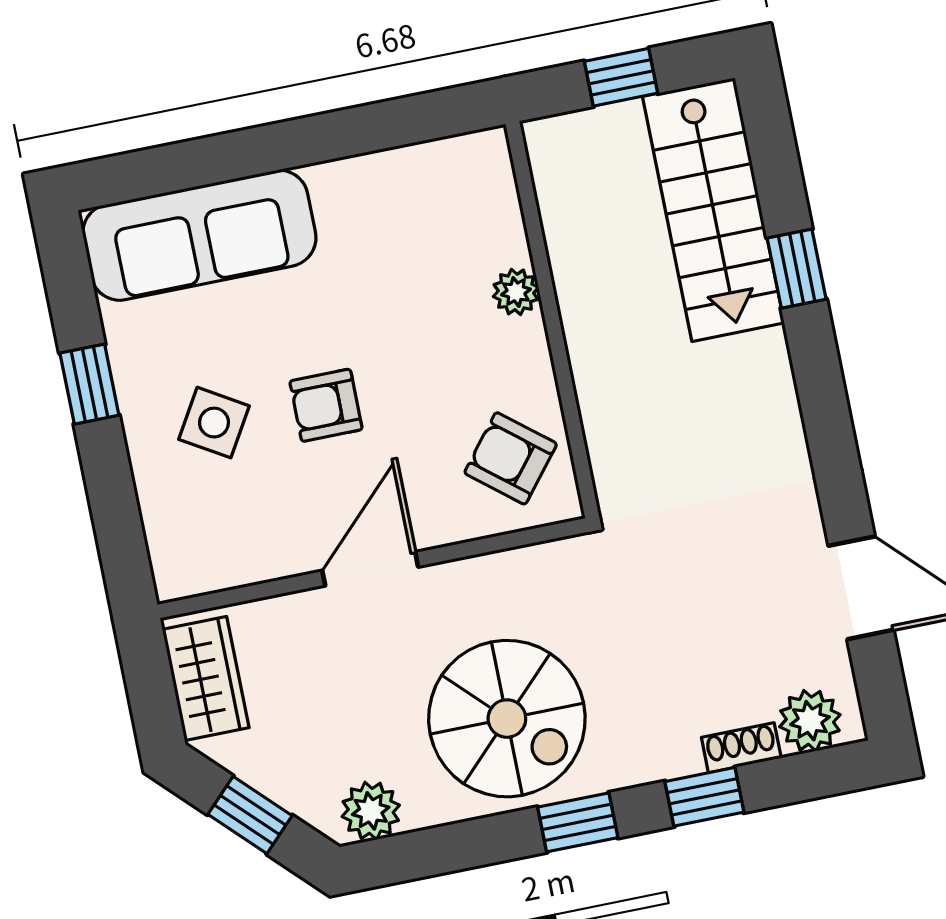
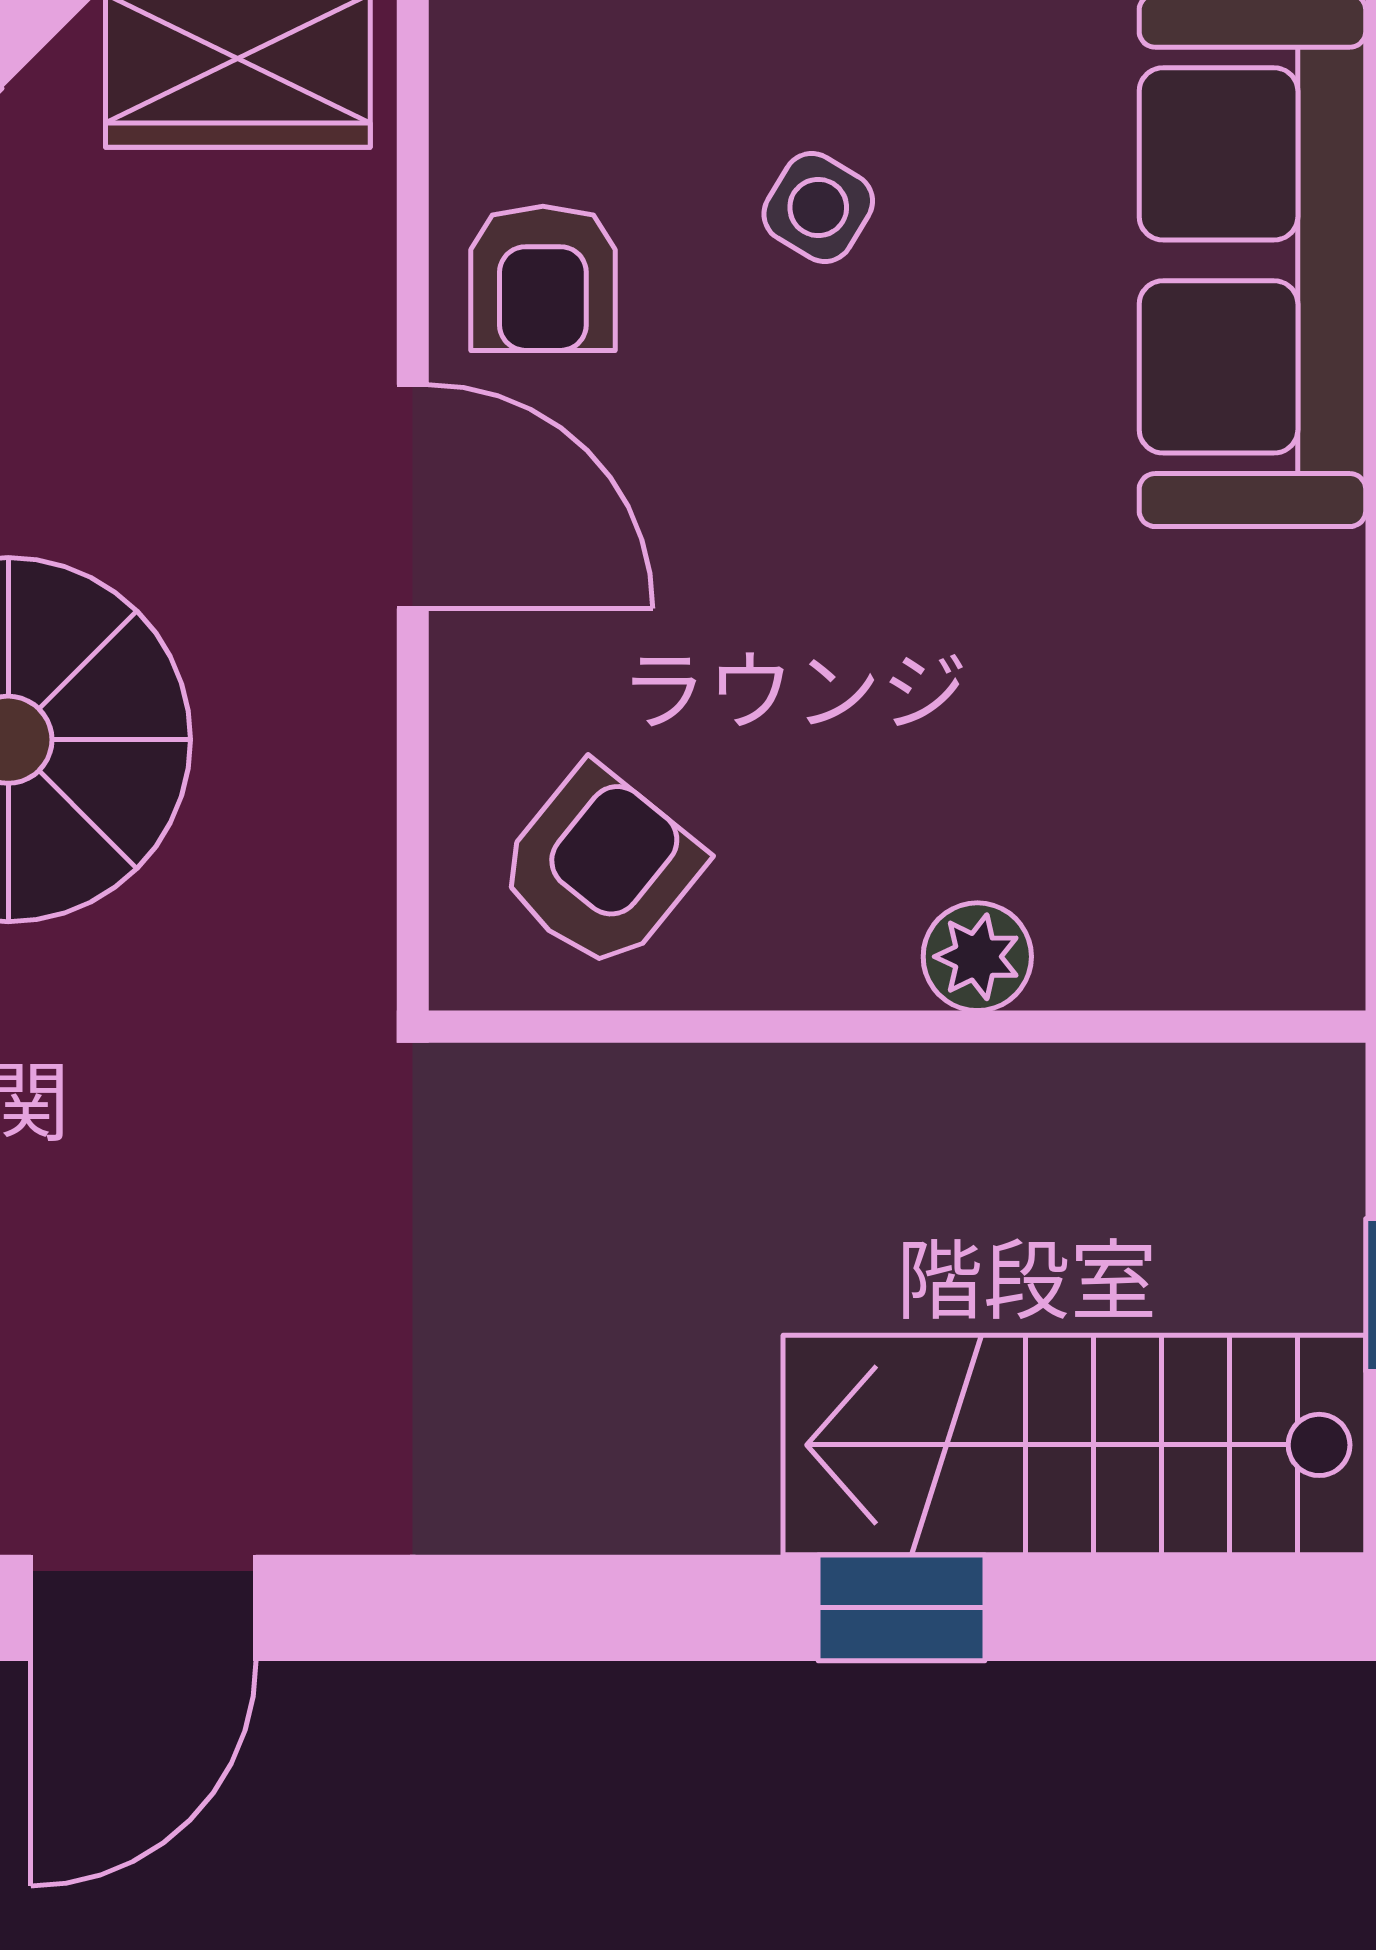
armchair: (326, 405) -> (543, 278), moved, turned 180
side table: (214, 423) -> (818, 207), width x0.73, depth x0.73

